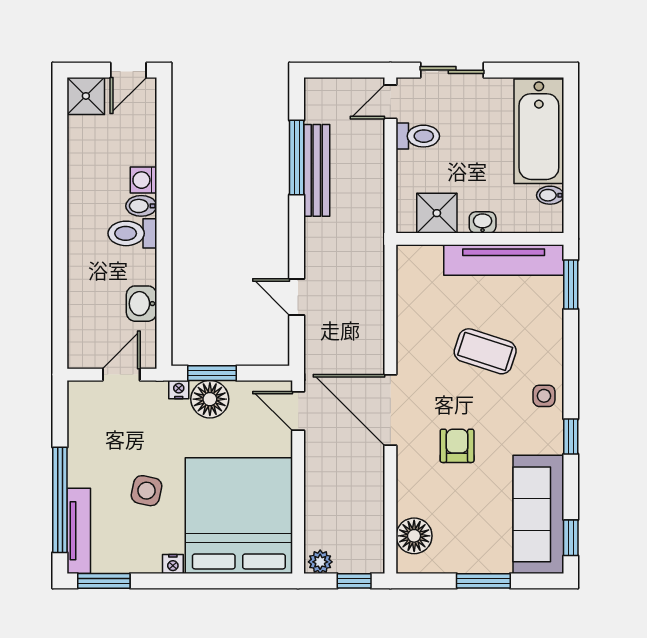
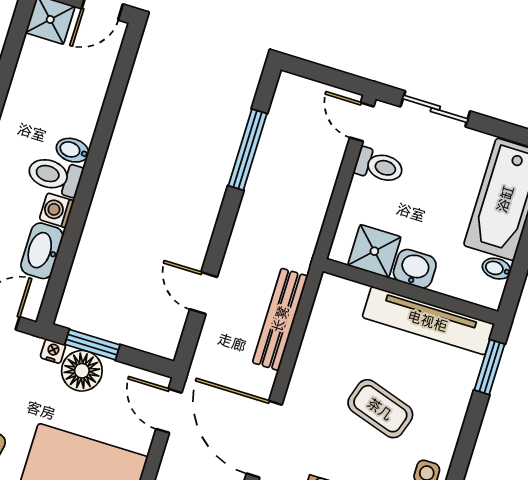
door: (390, 102) -> (362, 122), hinge flipped
bench: (317, 170) -> (280, 319), moved
washing machine: (144, 180) -> (57, 210), moved
washbasin: (483, 222) -> (415, 269), width x1.38, depth x1.45
washbasin: (142, 304) -> (42, 251), width x1.38

